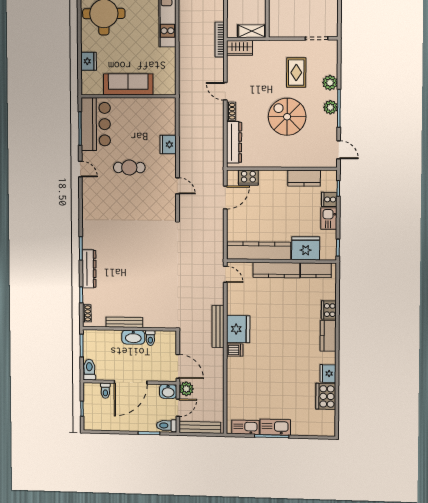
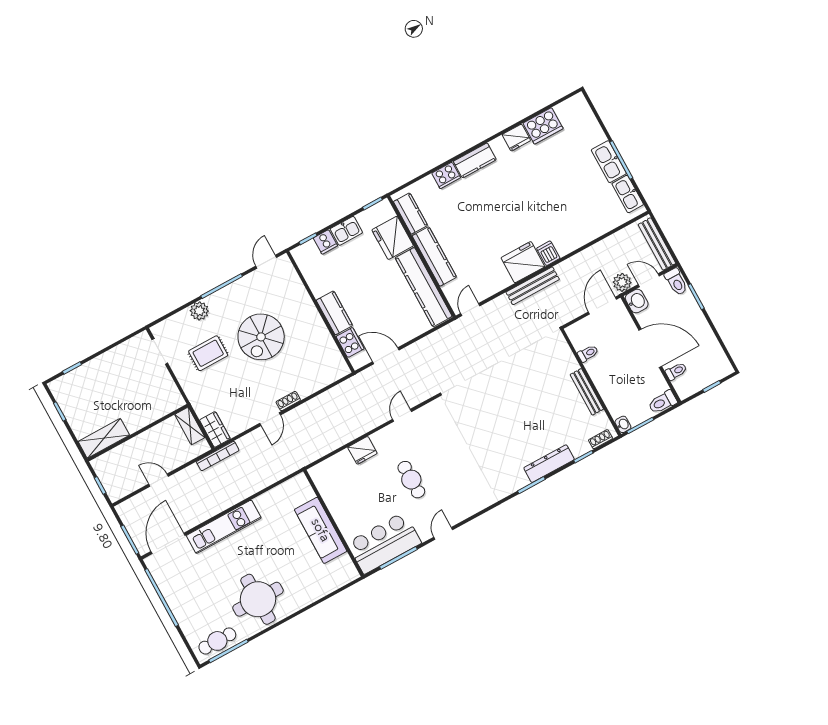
fridge: (89, 61) -> (319, 588), removed
plant: (330, 107) -> (225, 296), removed
dresser: (234, 142) -> (320, 379), removed
kitchen counter: (304, 178) -> (334, 313), moved
washbasin: (133, 337) -> (623, 424), moved, width x0.52, depth x0.69

